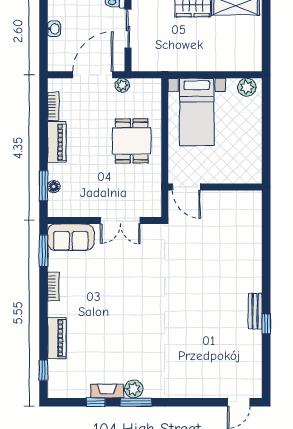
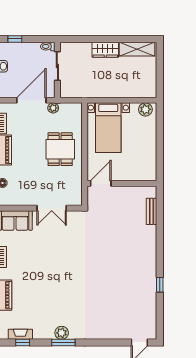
door: (186, 187) -> (101, 183), swing flipped
bench: (255, 311) -> (152, 211), moved
fireplace: (107, 391) -> (20, 334), moved
window: (96, 402) -> (23, 343), moved

